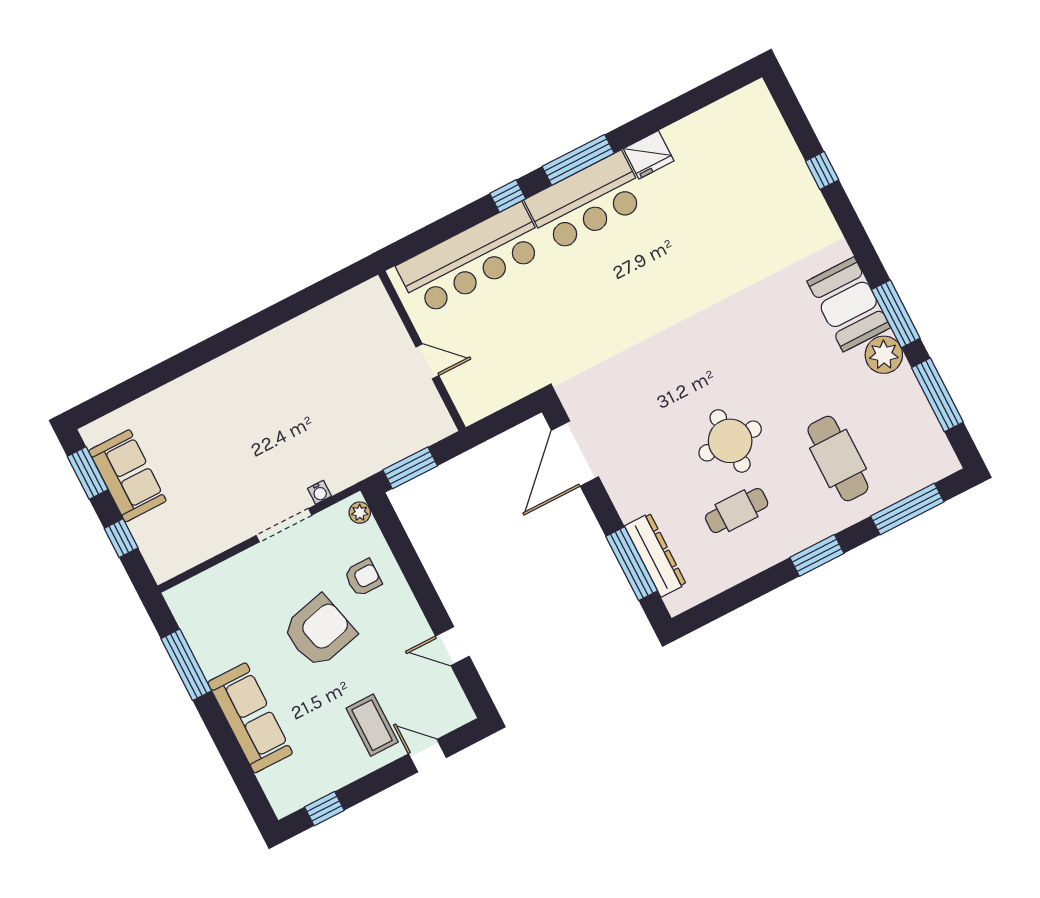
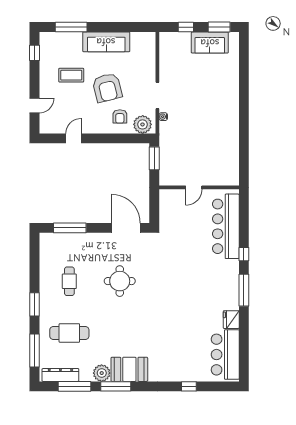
bar counter: (586, 202) -> (225, 355), moved
round table: (730, 441) -> (120, 281), moved
plant: (360, 513) -> (143, 124), width x1.87, depth x1.87
dresser: (655, 555) -> (60, 375), moved, turned 180
window: (186, 665) -> (71, 27), moved
sofa: (250, 718) -> (106, 42), moved
coffee table: (372, 725) -> (71, 75), moved

